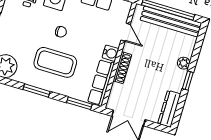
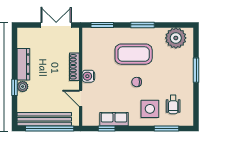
window: (188, 81) -> (15, 87), moved
row of seats: (101, 83) -> (89, 48), removed
dresser: (169, 109) -> (23, 64), moved

